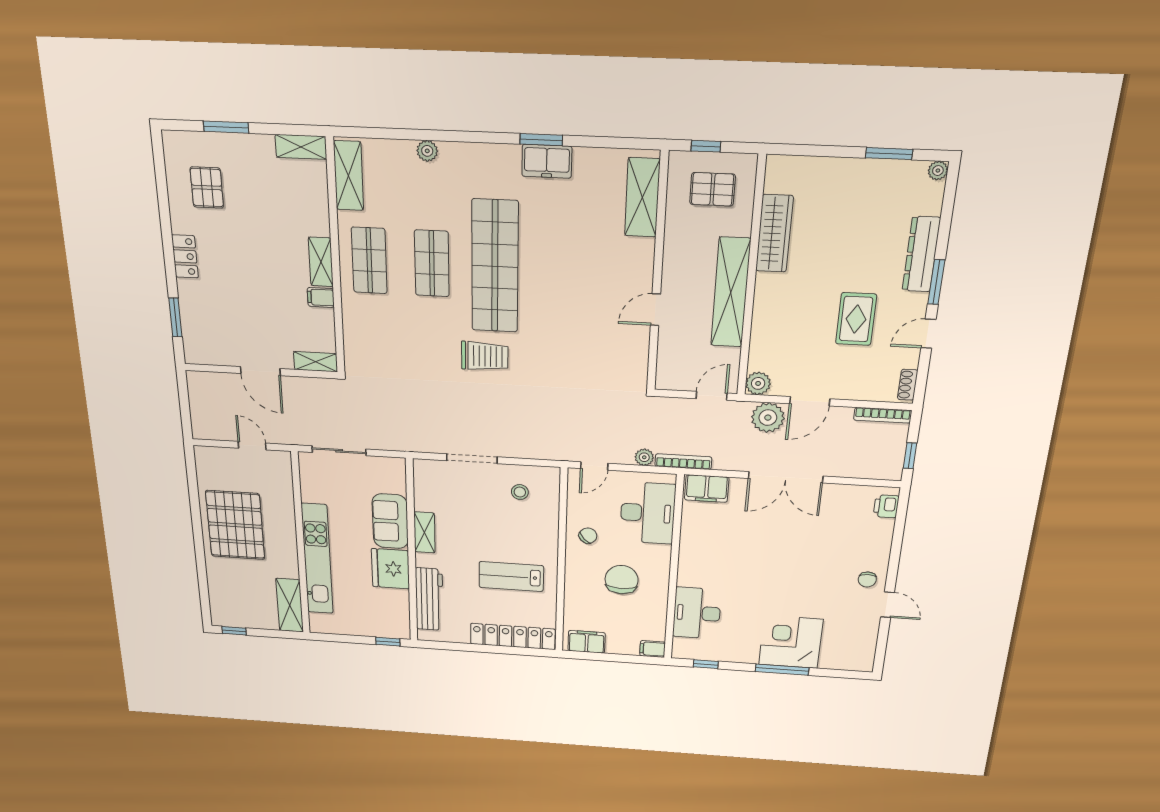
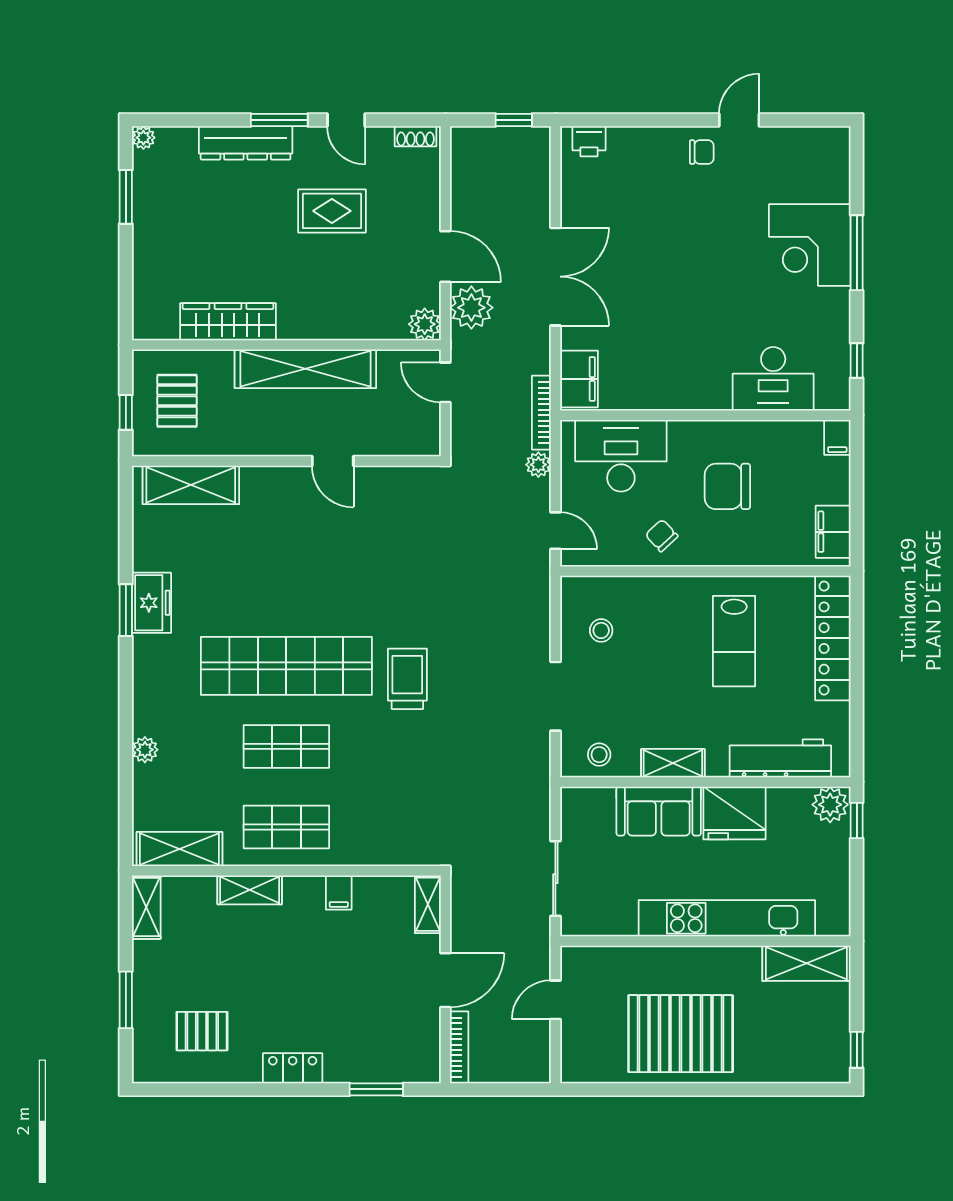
shelving: (321, 262) -> (250, 890), moved
bookcase: (883, 415) -> (459, 1047), moved
stool: (430, 485) -> (599, 755), added
plant: (398, 627) -> (830, 805), added

